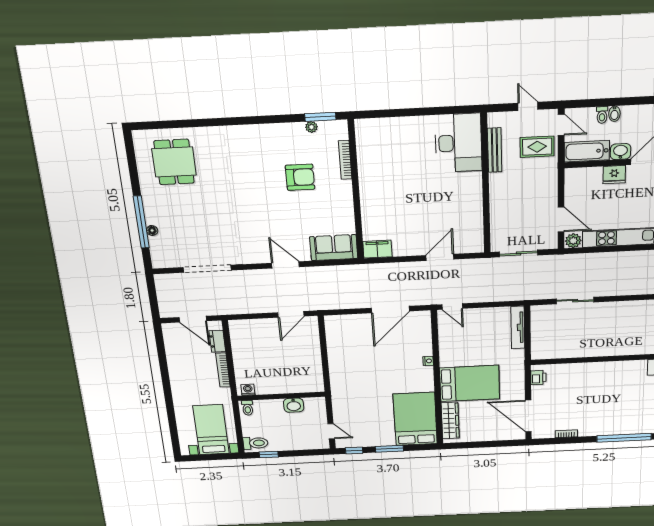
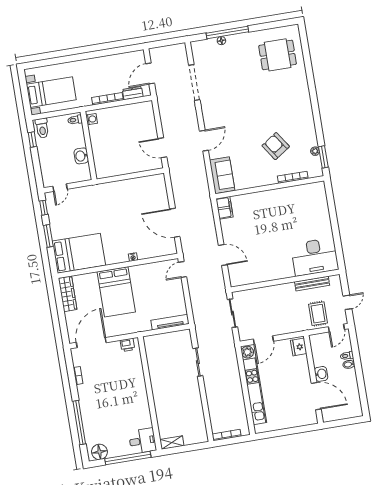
bathtub: (587, 151) -> (319, 350), removed
fridge: (614, 175) -> (299, 347), moved
armchair: (300, 177) -> (276, 146), turned 146
wardrobe: (450, 421) -> (68, 294), moved, turned -90

